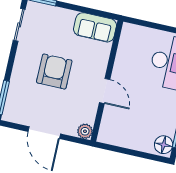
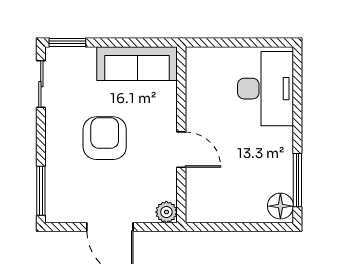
sofa: (95, 27) -> (137, 64), width x1.36

